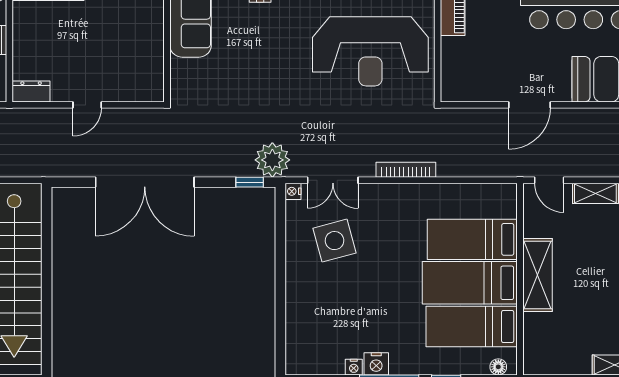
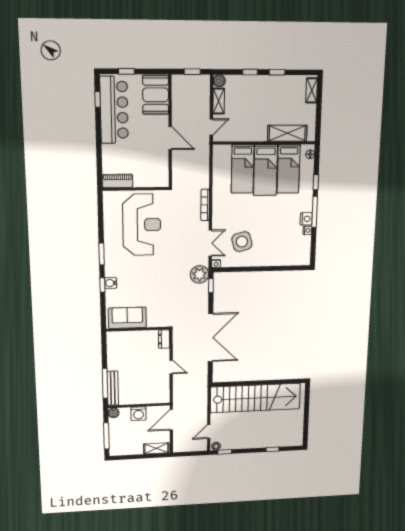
dresser: (31, 91) -> (164, 339), moved
shelving: (537, 275) -> (287, 133), moved

